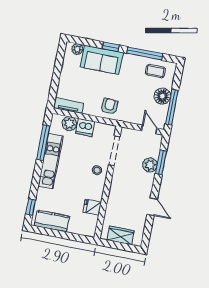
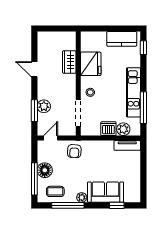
window: (111, 47) -> (117, 205), moved
plant: (77, 49) -> (82, 197), moved
armchair: (110, 106) -> (74, 151), moved
window: (172, 107) -> (34, 179), moved
door: (149, 129) -> (51, 138), swing flipped
fridge: (92, 207) -> (91, 64), width x1.88, depth x1.34
wardrobe: (121, 235) -> (69, 62), moved, turned 90

